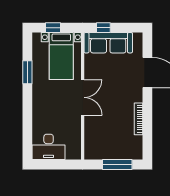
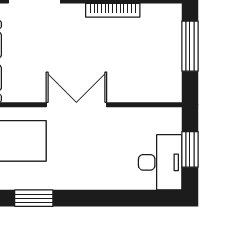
window: (56, 164) -> (190, 149), added

